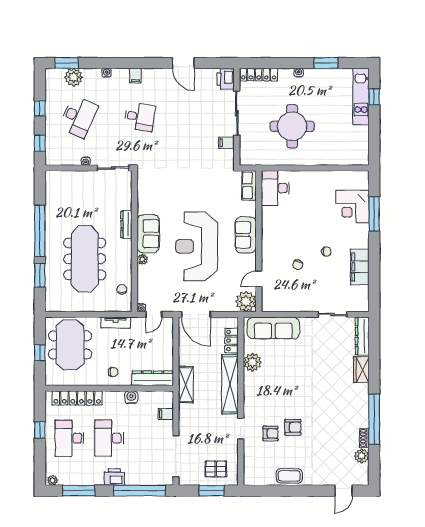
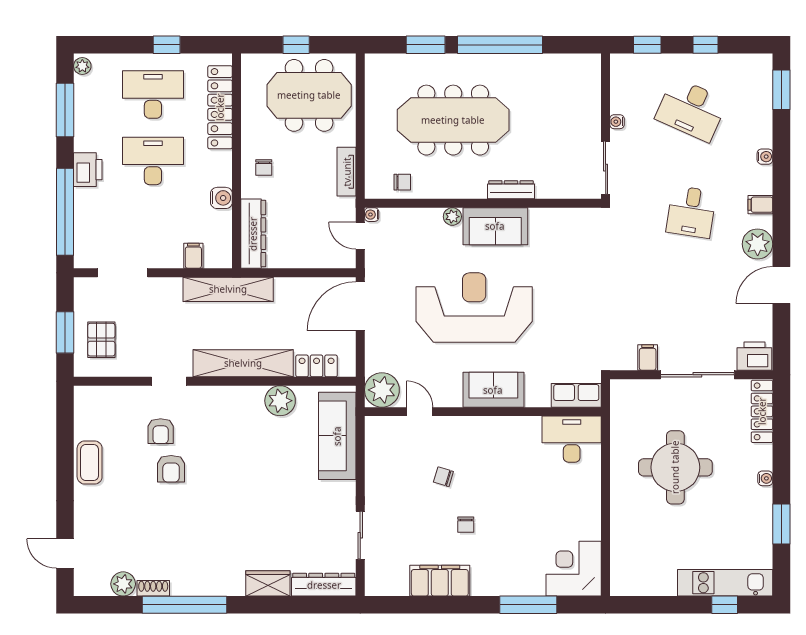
plant: (74, 77) -> (758, 244), moved
corner desk: (353, 207) -> (574, 569), moved
shelving: (186, 385) -> (228, 289), width x1.47
doorway: (176, 456) -> (123, 273), width x0.73

